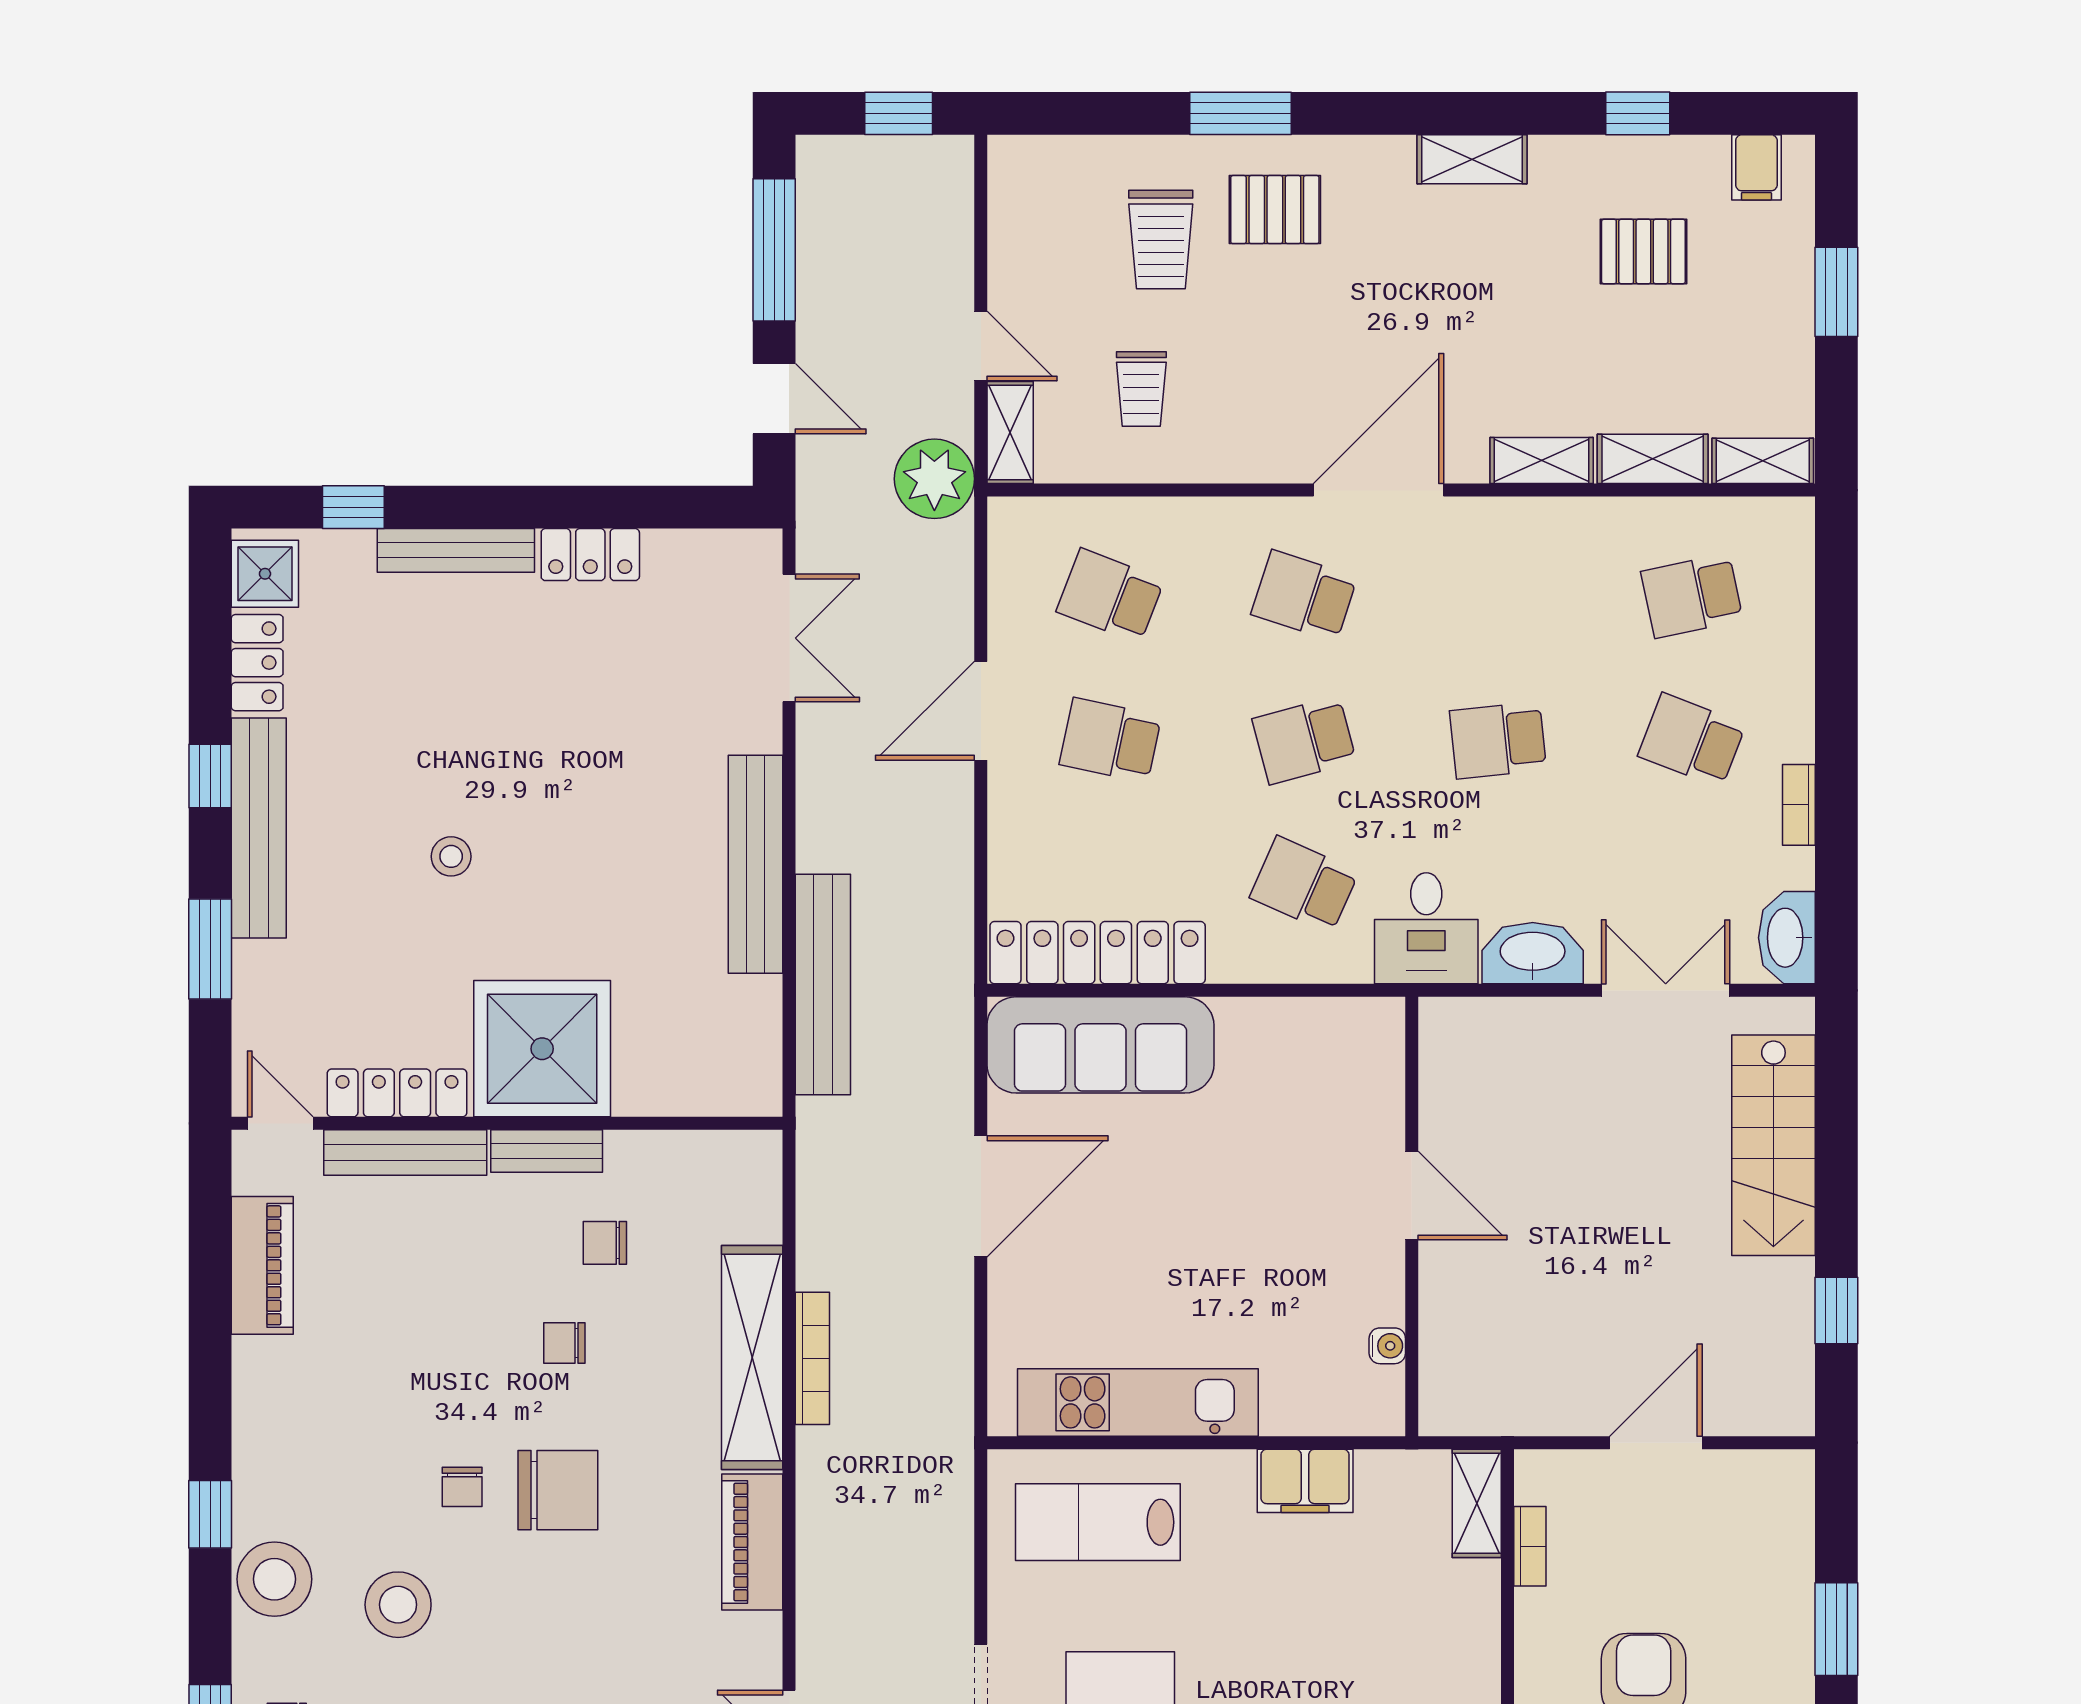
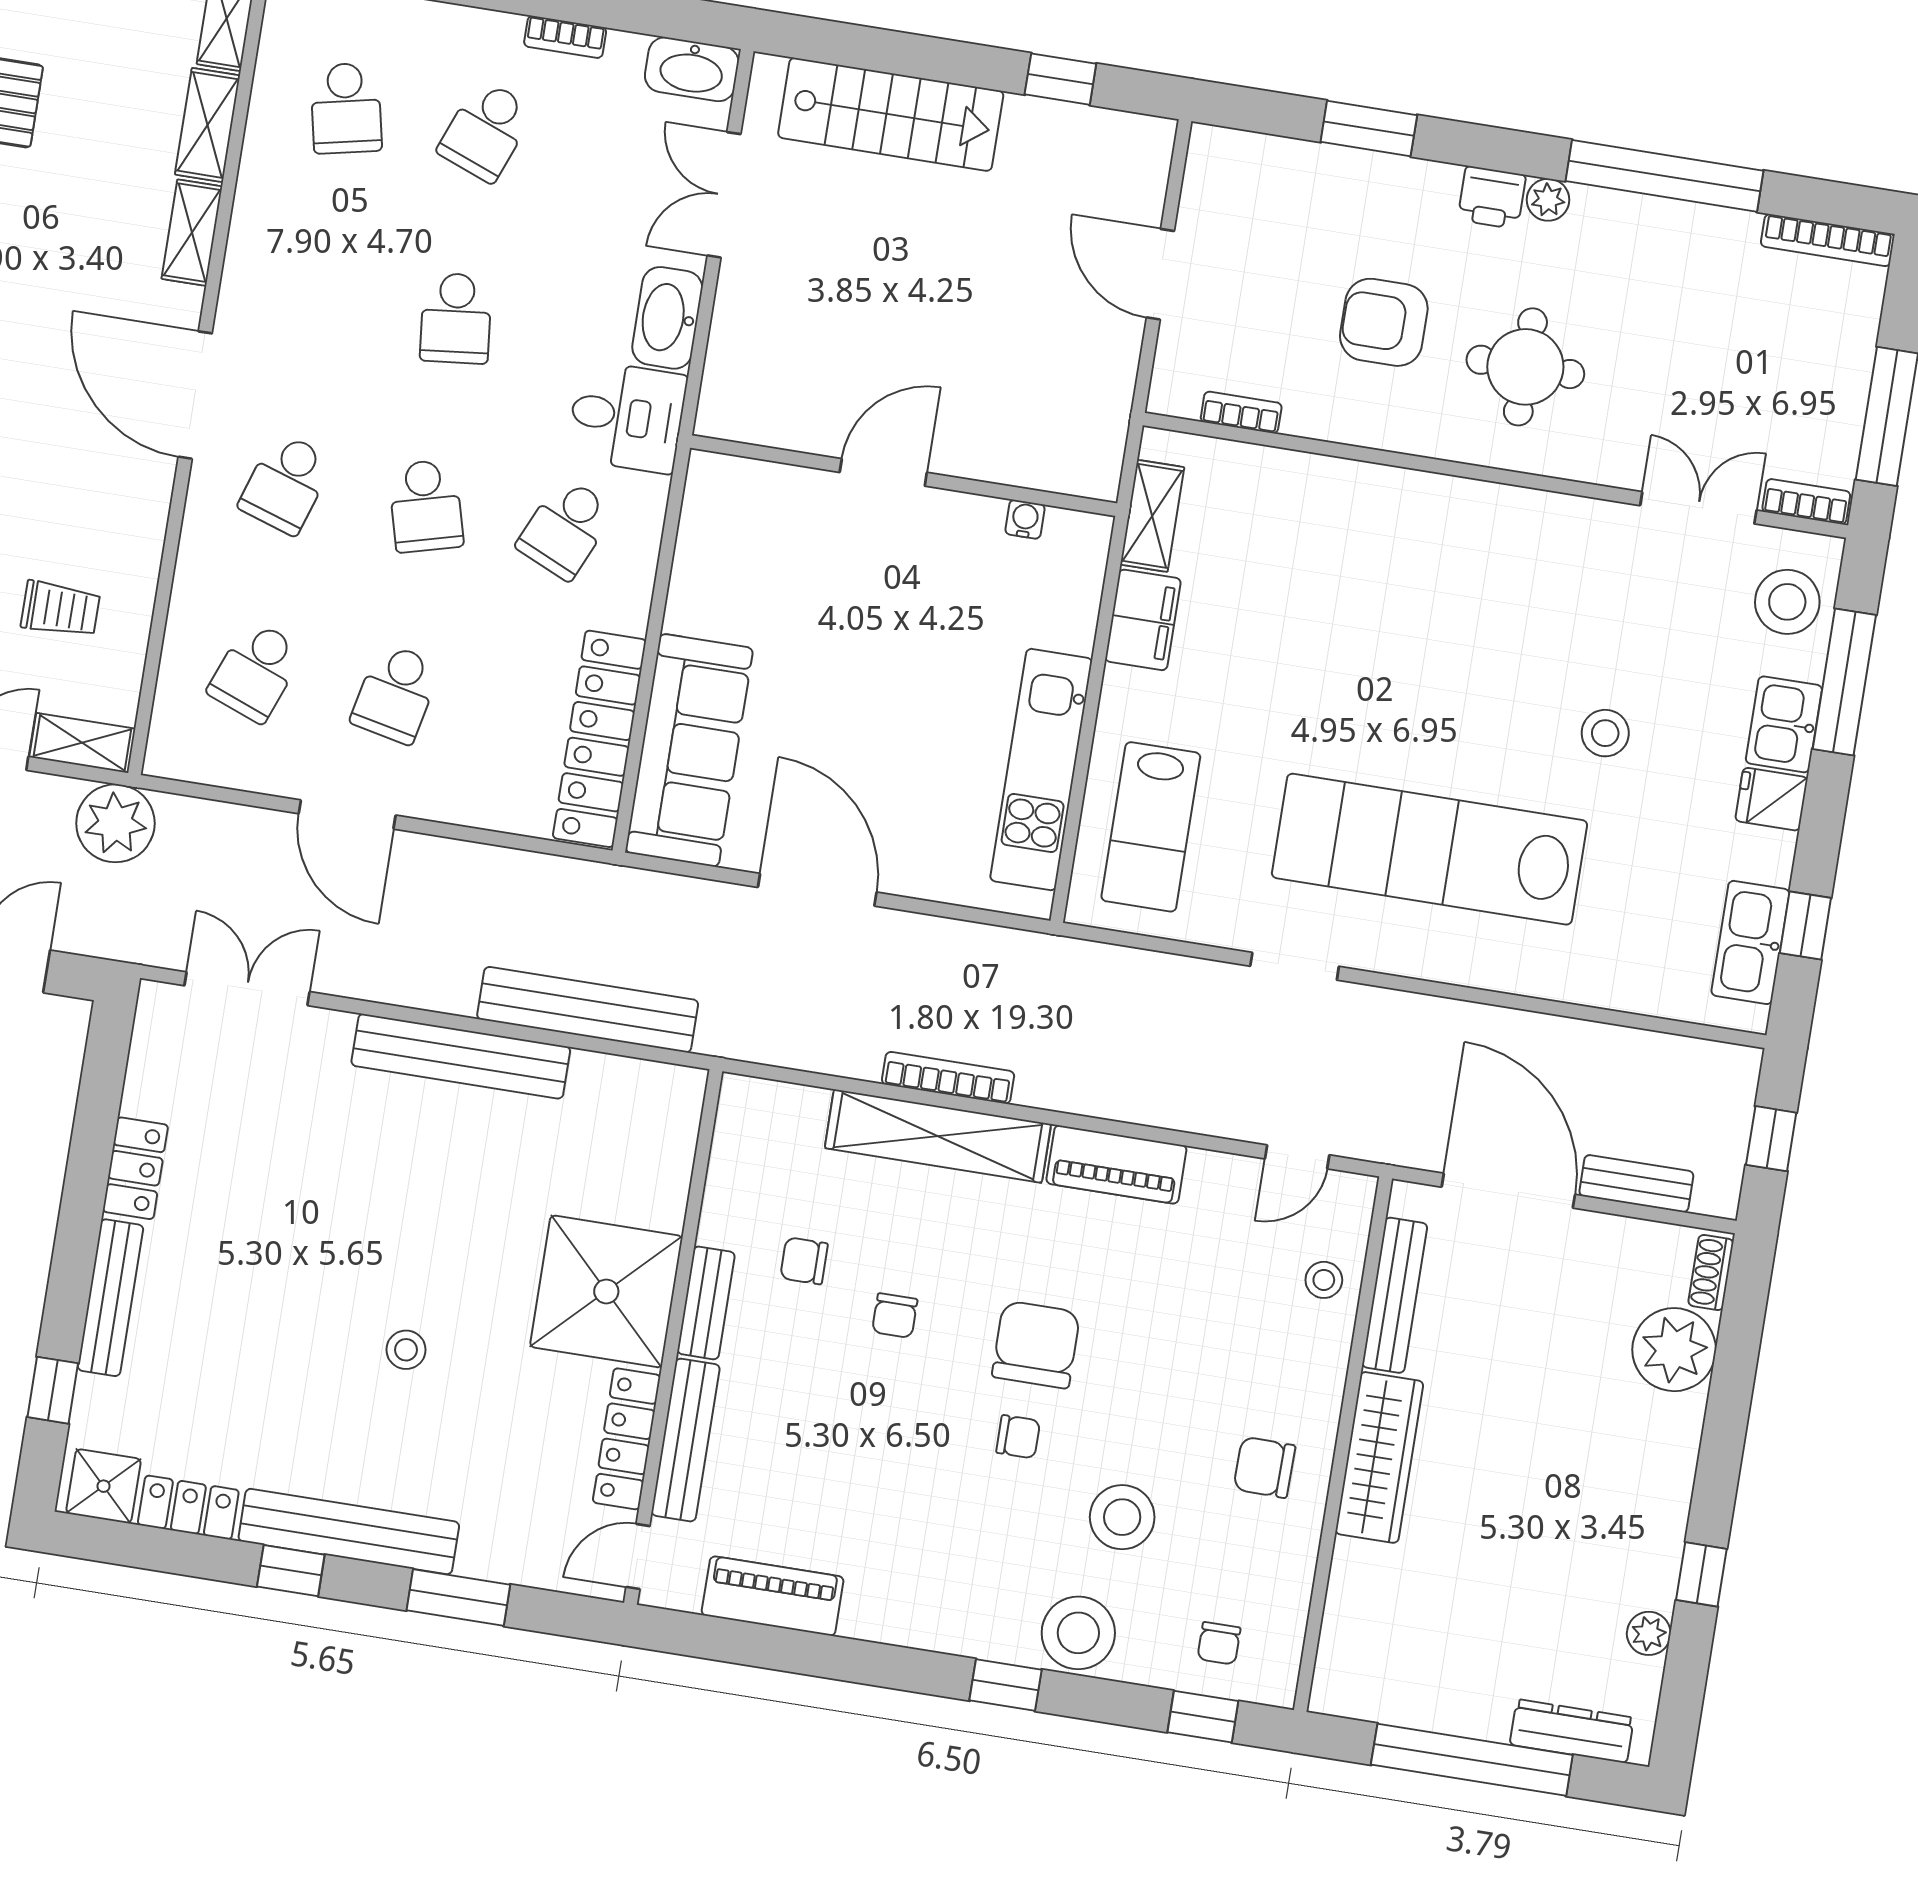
chair: (605, 1243) -> (804, 1261), turned 90
shelving: (1477, 1503) -> (1152, 516), moved, turned 90

